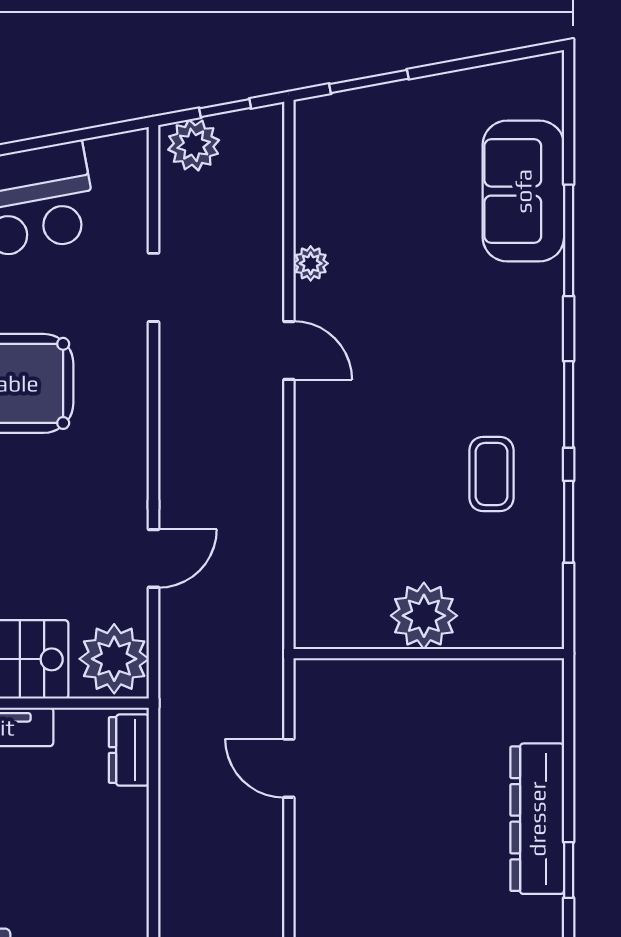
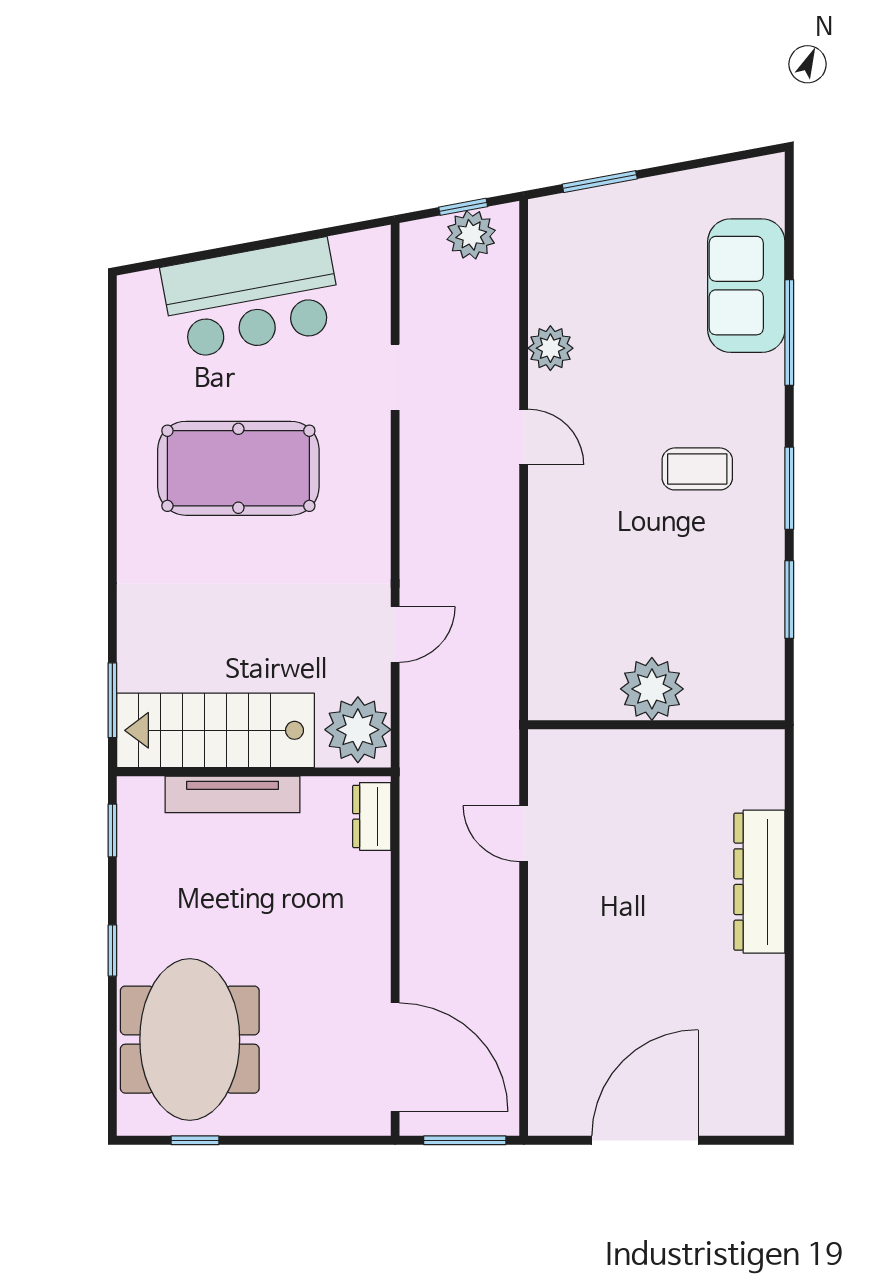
plant: (194, 145) -> (471, 235), moved
plant: (311, 263) -> (550, 348), width x1.38, depth x1.38
coffee table: (491, 474) -> (697, 469), moved, turned 90
window: (569, 870) -> (789, 930), removed

